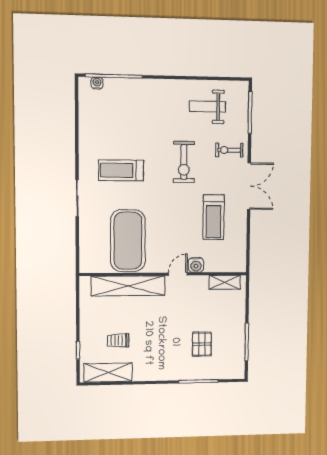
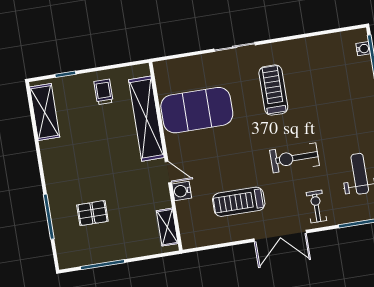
trolley: (118, 340) -> (103, 92), moved

